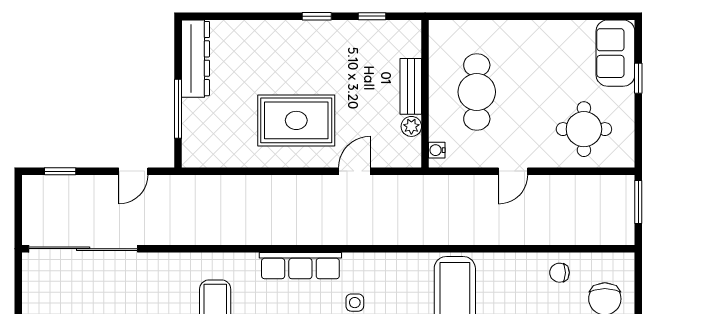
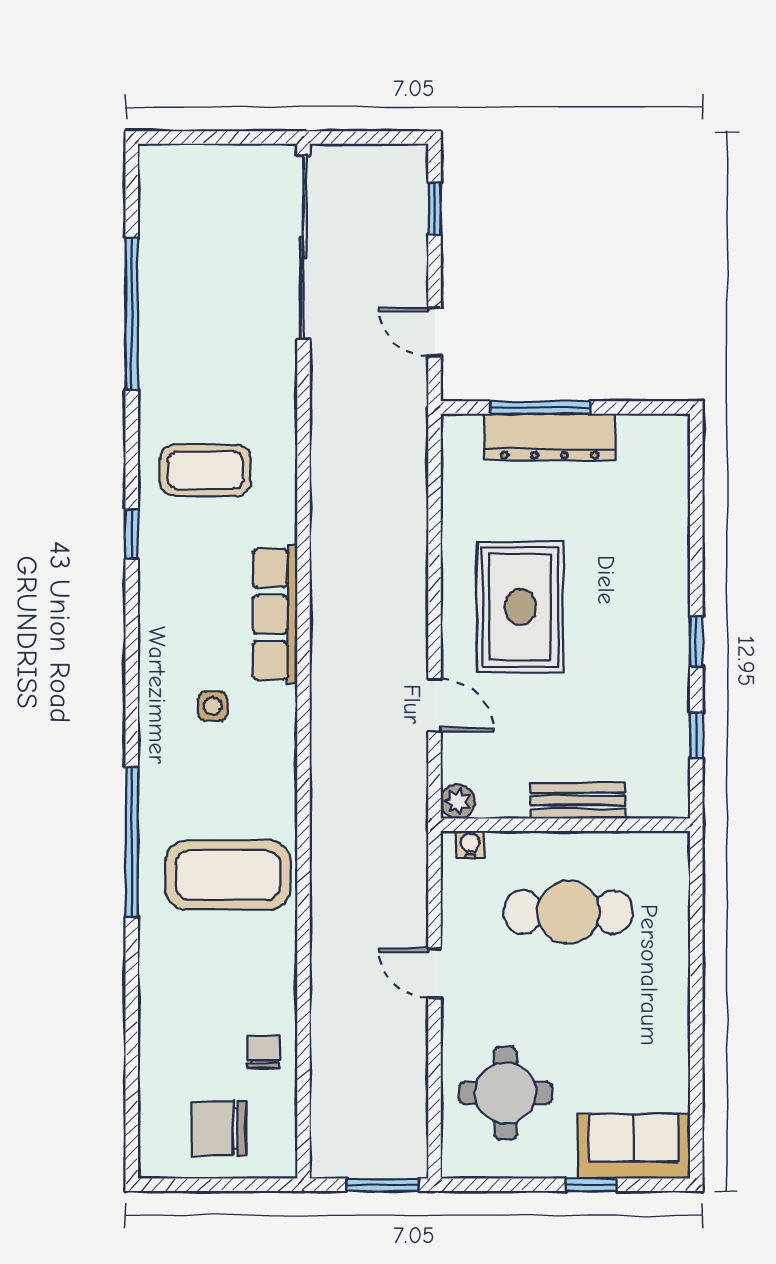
dresser: (195, 59) -> (550, 437), moved
plant: (411, 126) -> (458, 802), moved

